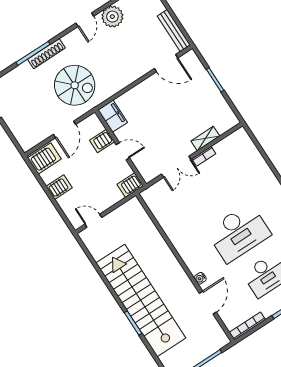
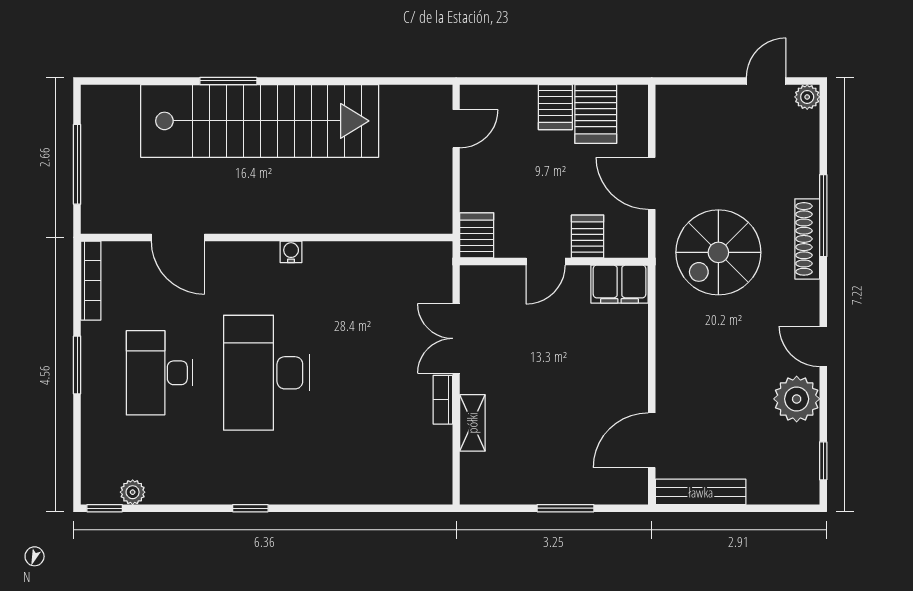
server rack: (44, 158) -> (596, 114), moved
water cooler: (200, 278) -> (291, 252), moved

